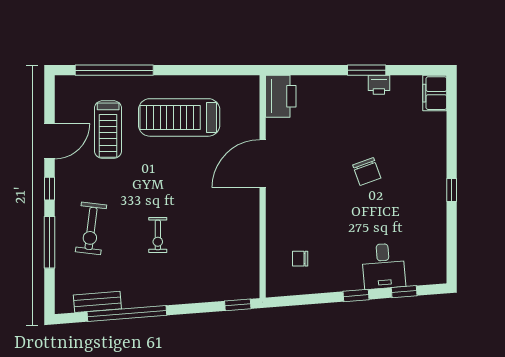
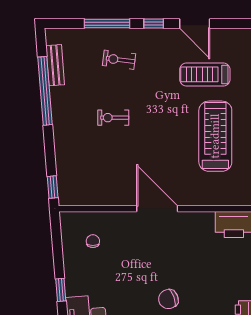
door: (263, 164) -> (157, 209), moved
exercise bike: (91, 228) -> (119, 60), width x0.73, depth x0.72

